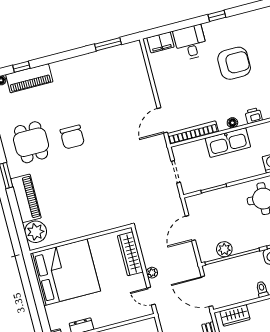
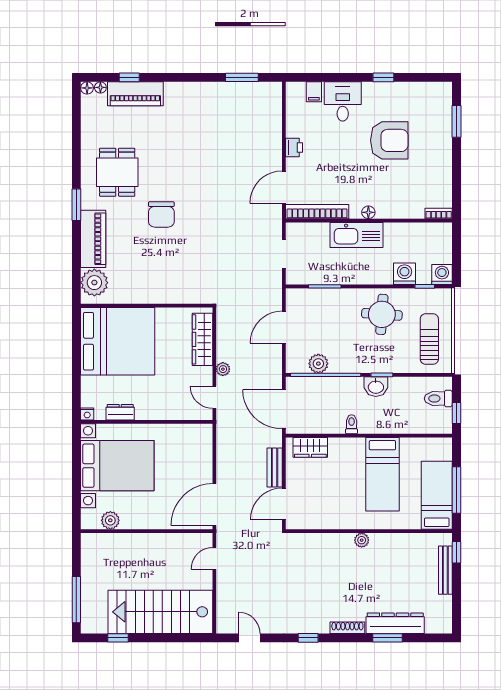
filing cabinet: (161, 42) -> (314, 92), width x0.50
printer: (254, 116) -> (294, 148), moved, turned 90
chair: (72, 137) -> (161, 214), moved

